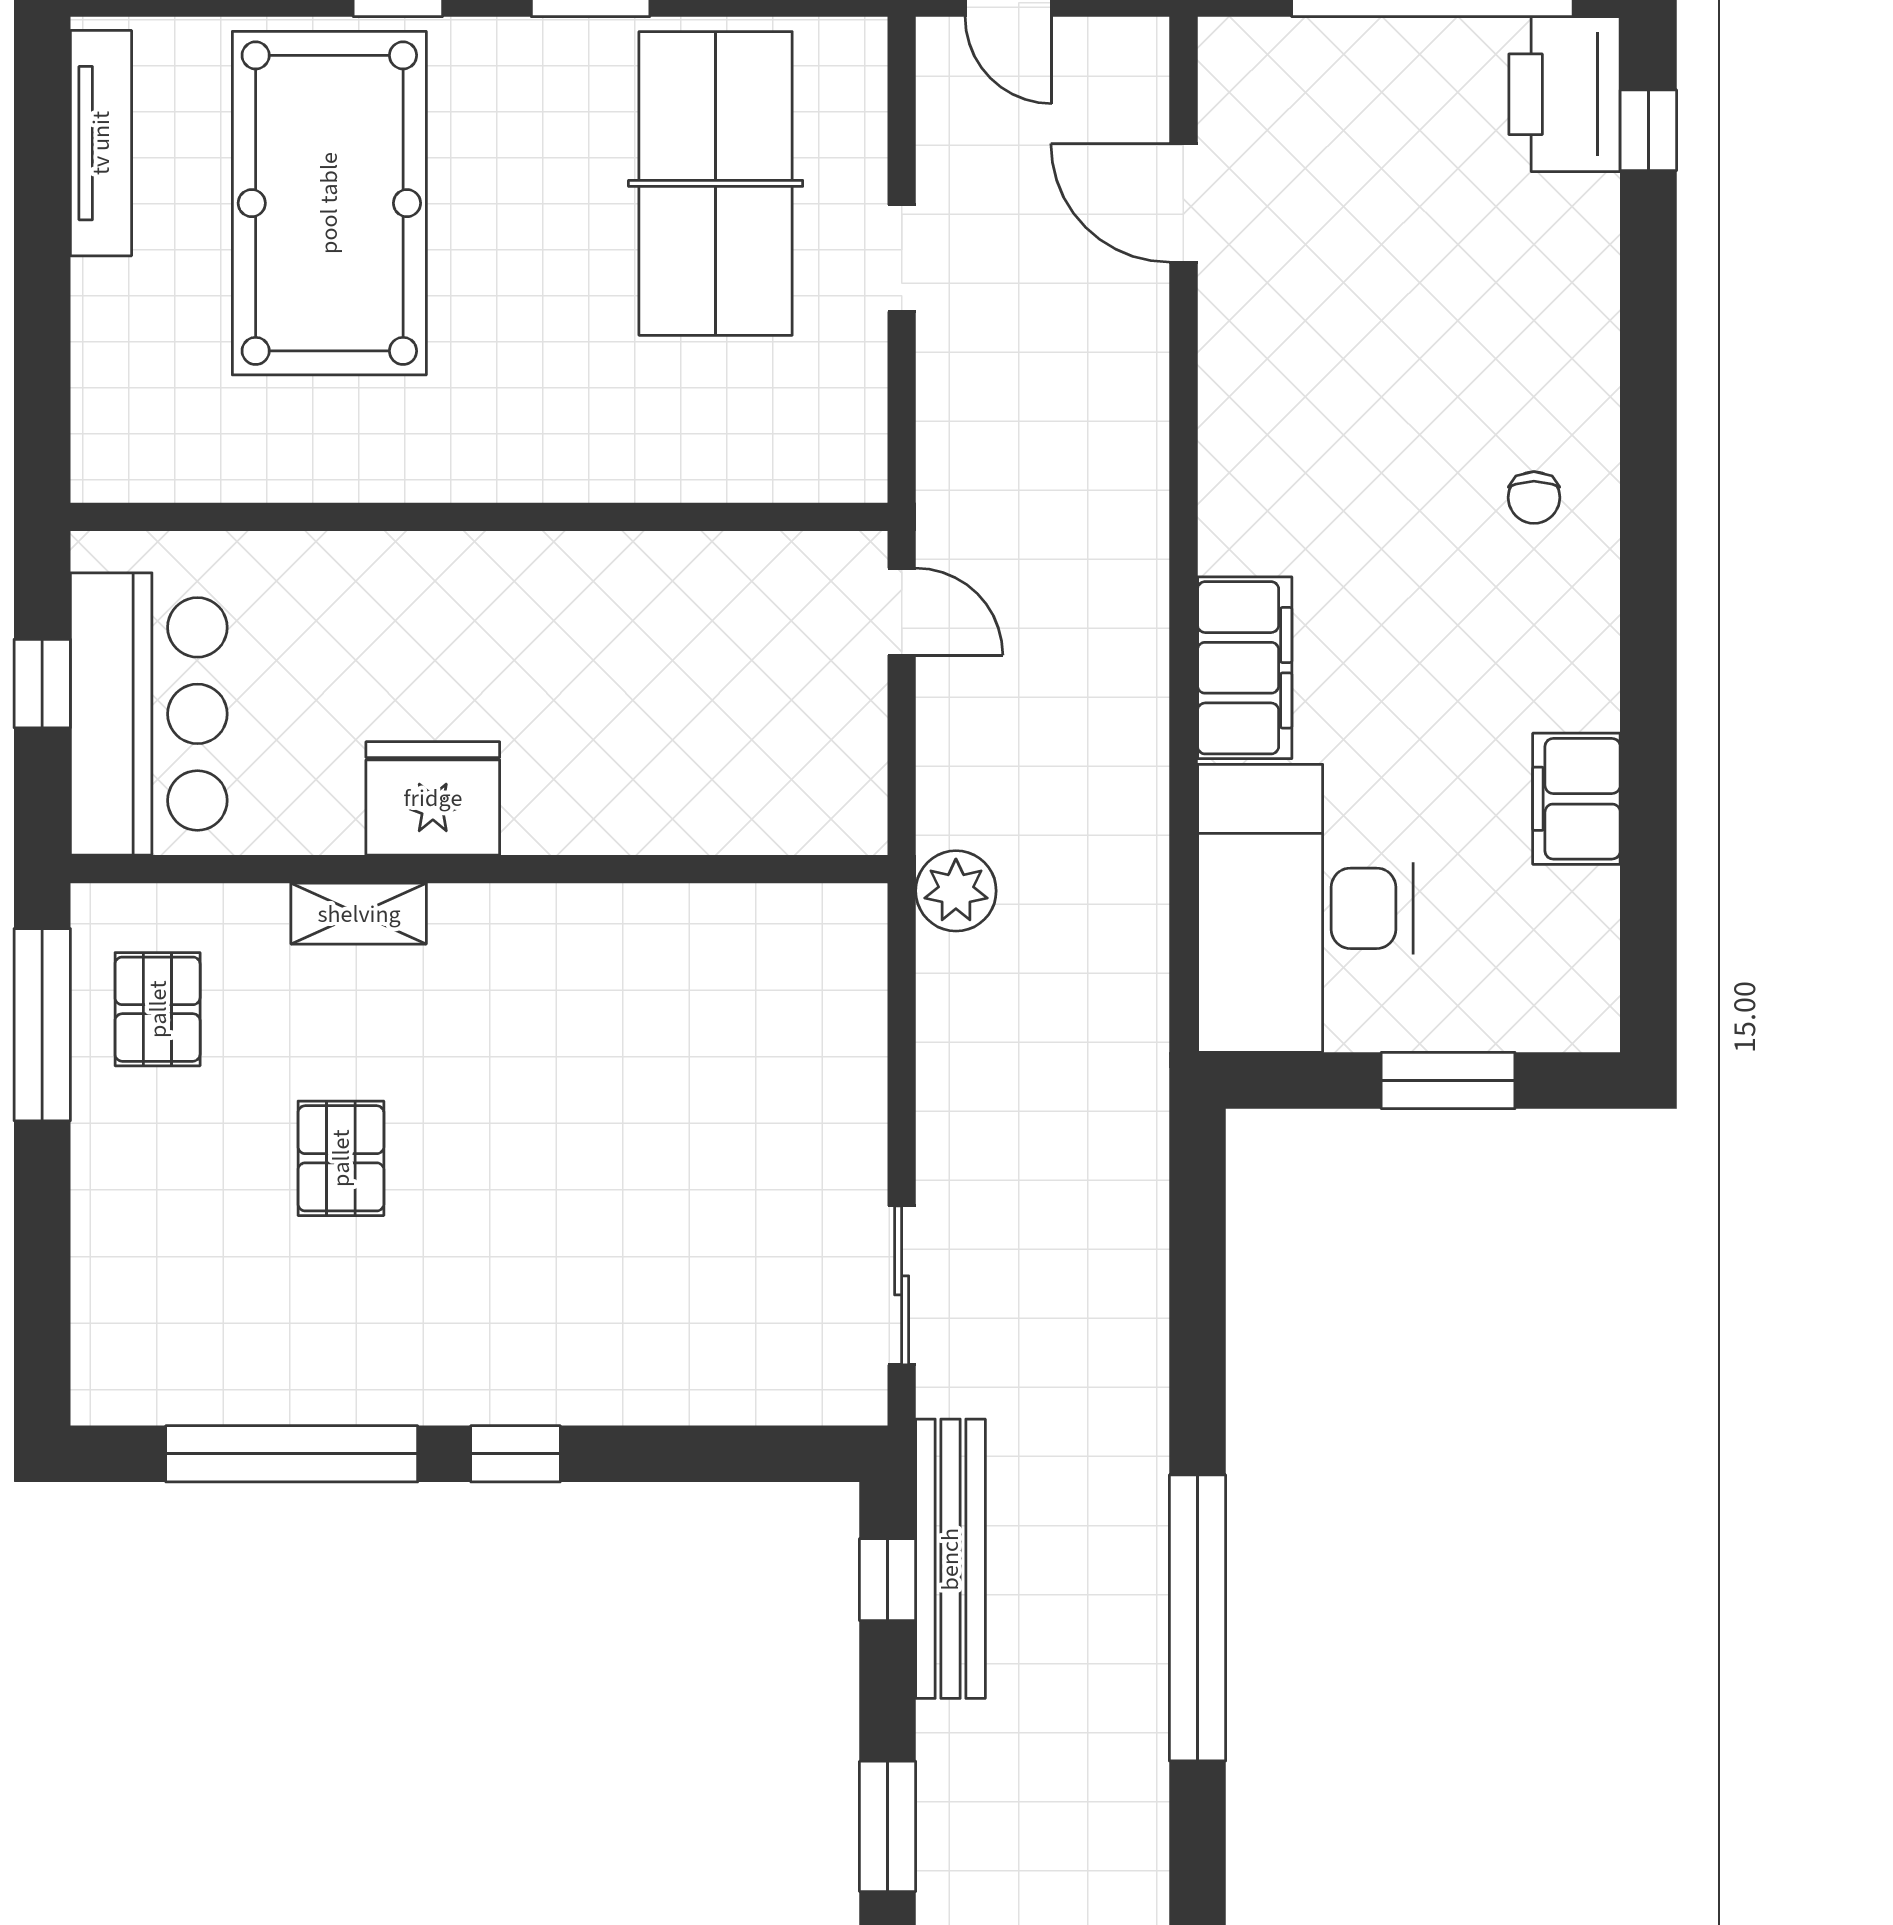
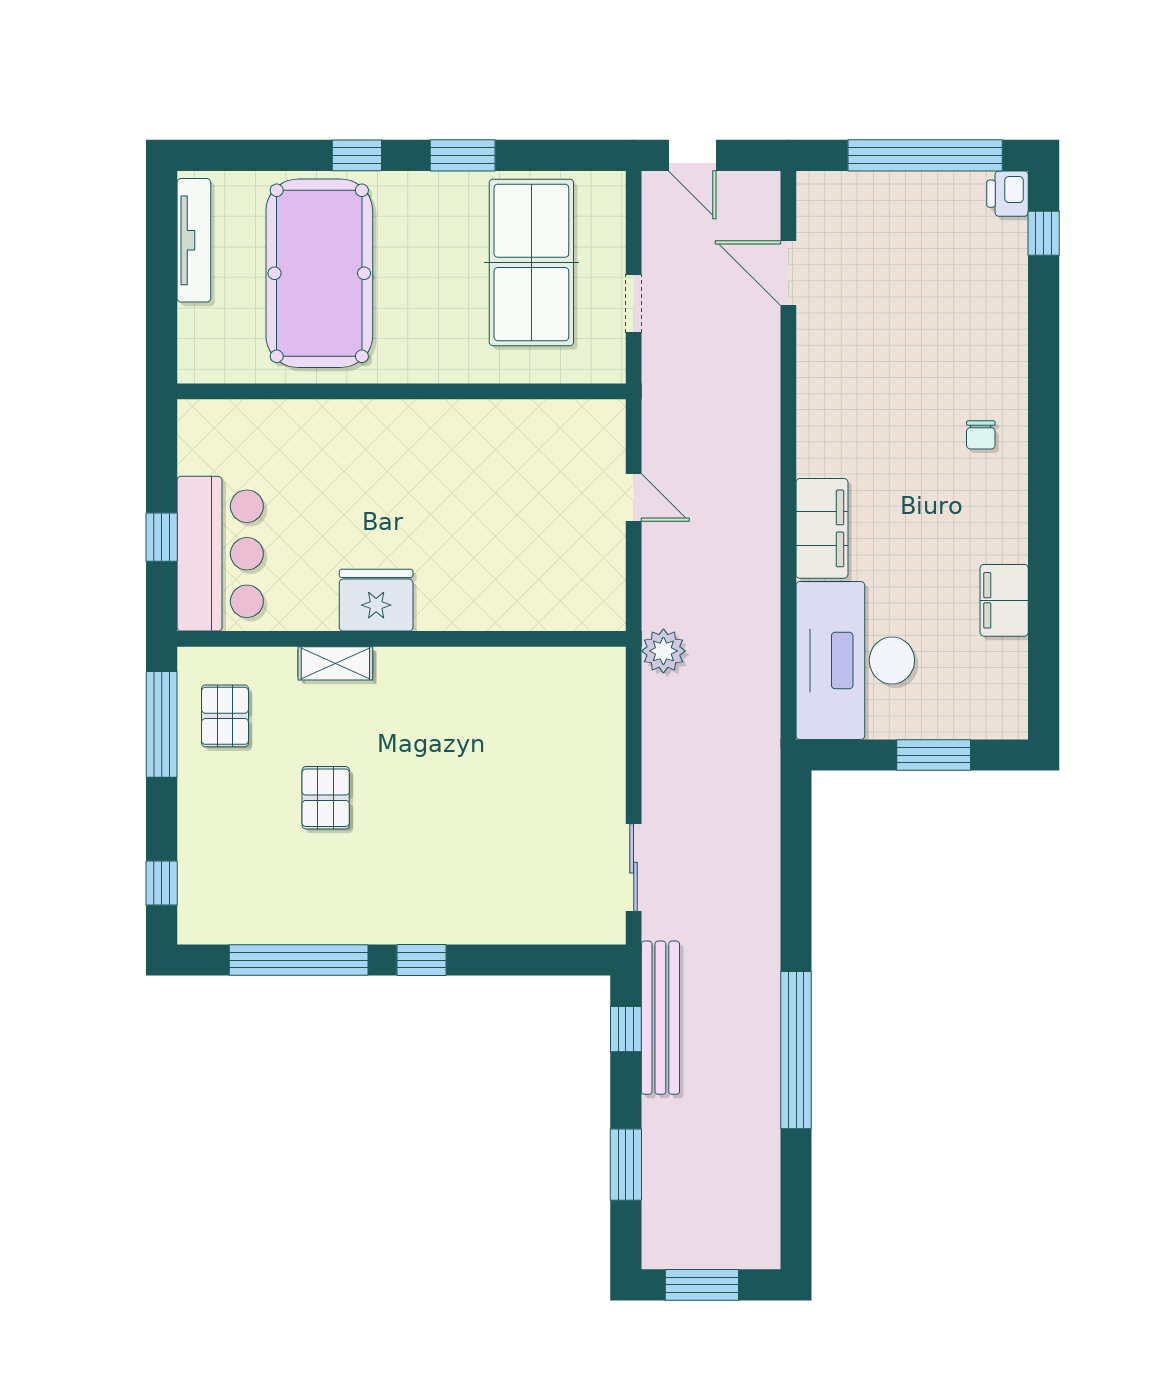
printer: (1565, 94) -> (1007, 194), width x0.53, depth x0.68
wall: (479, 517) -> (401, 391), moved
window: (42, 1313) -> (162, 883), added

